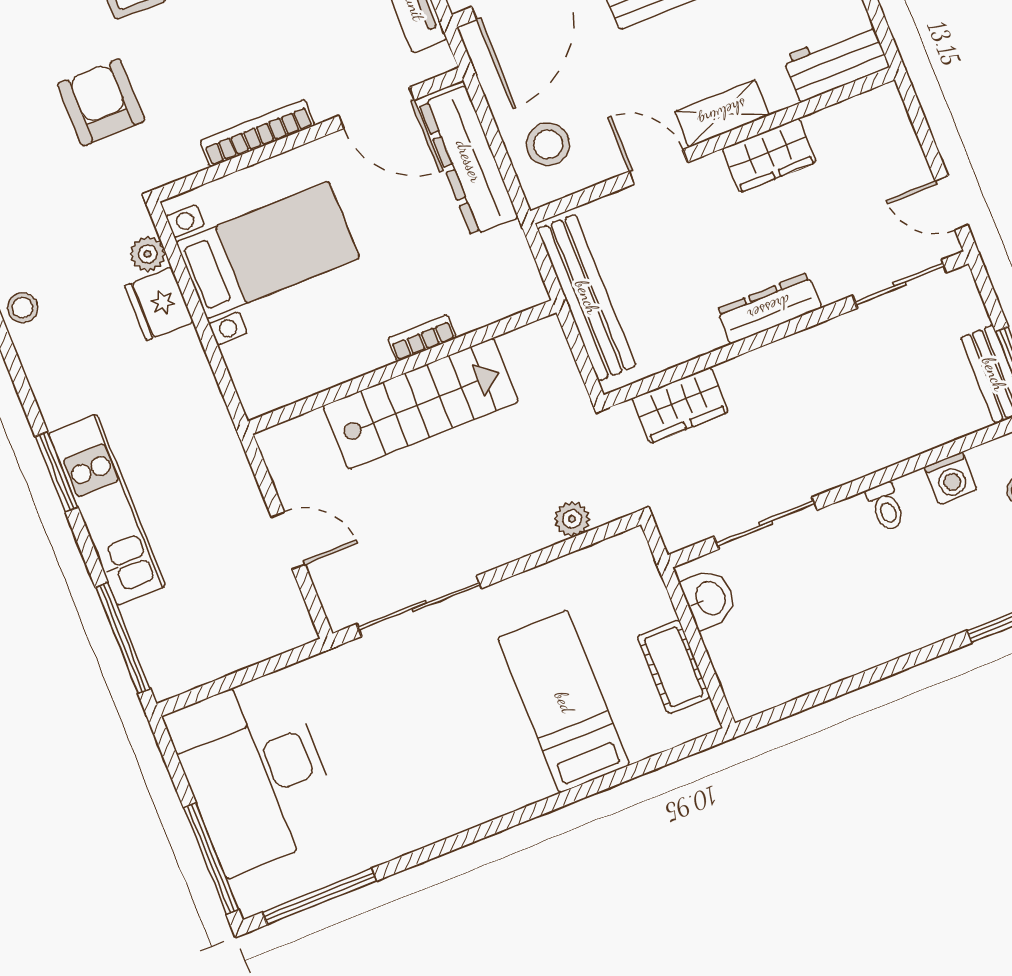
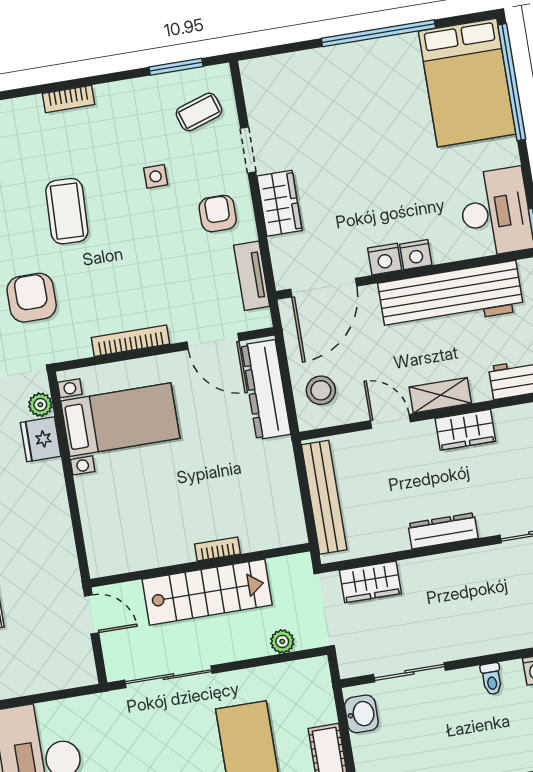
bookcase: (422, 338) -> (218, 549), moved
wall: (402, 367) -> (200, 565), moved
stairs: (421, 404) -> (207, 592), moved

